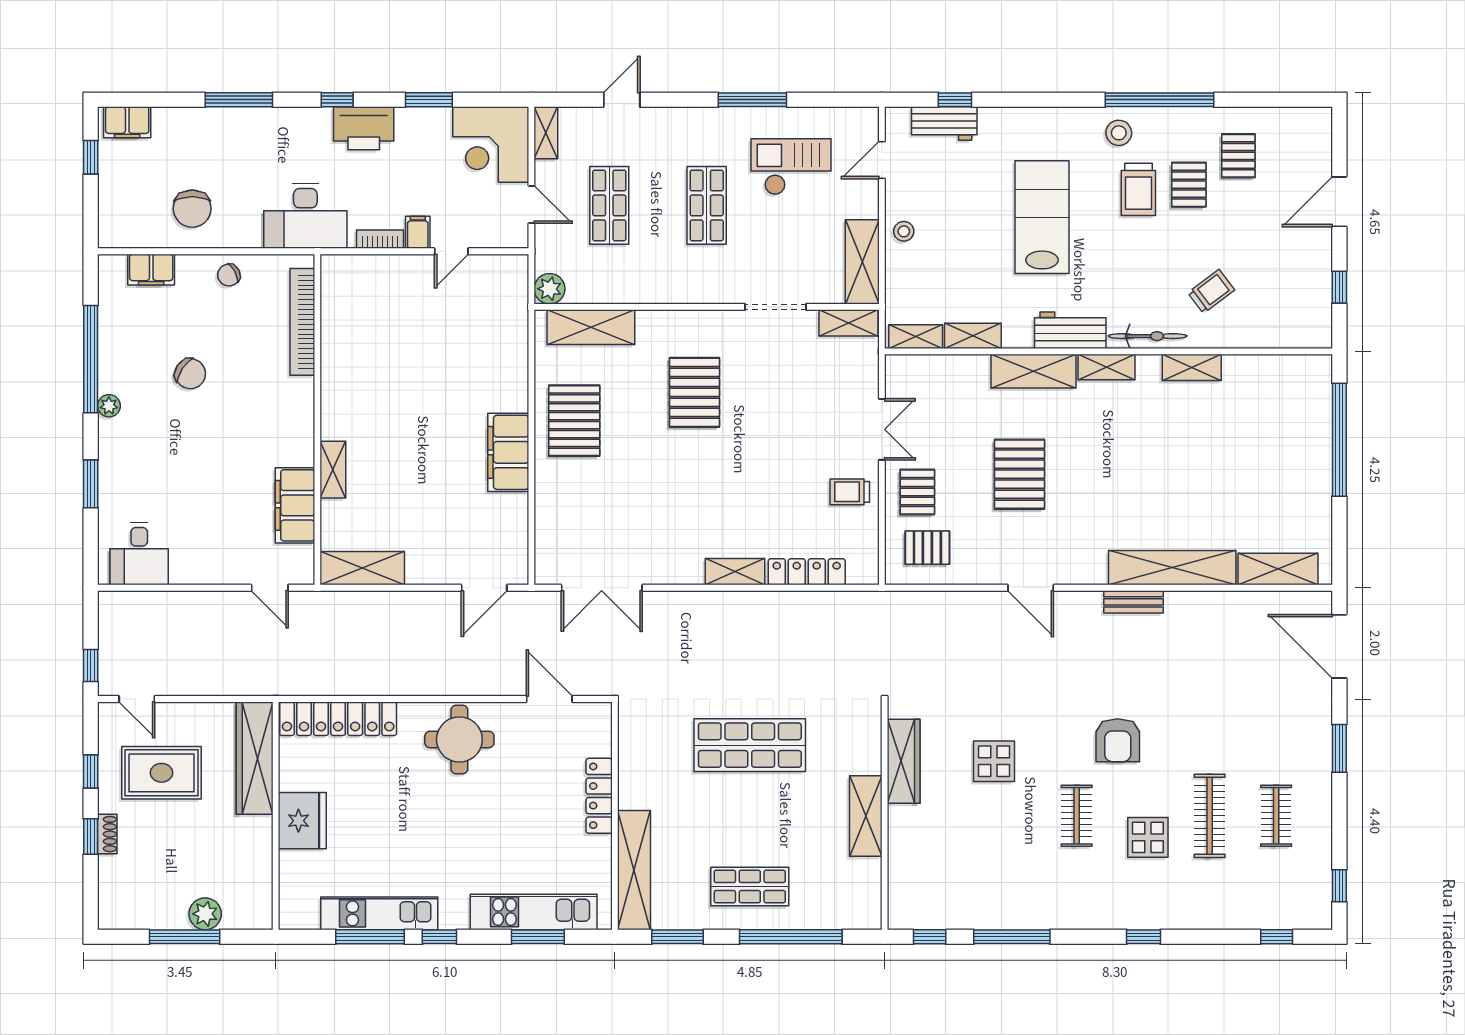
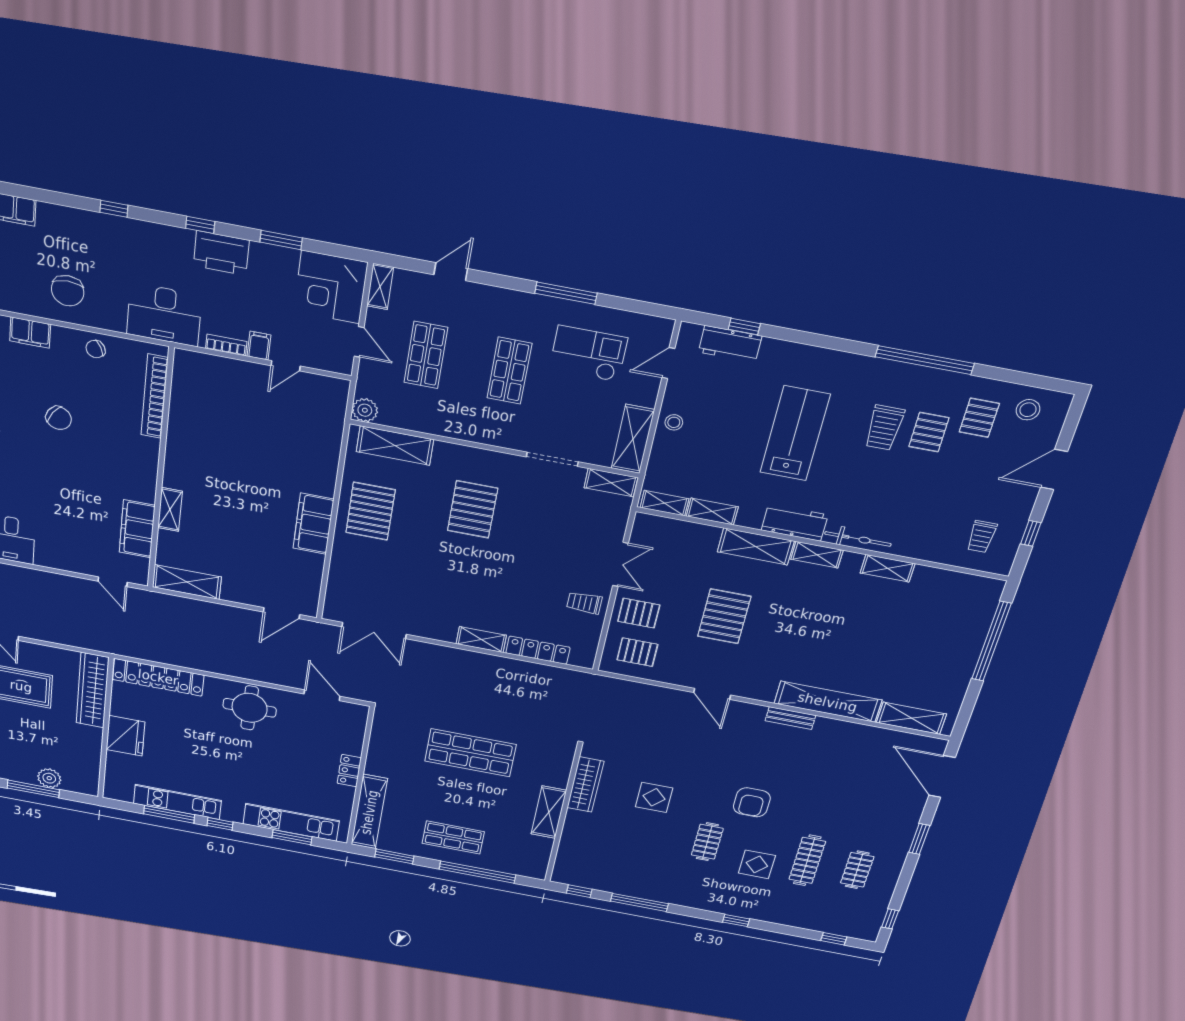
window: (239, 100) -> (114, 209), width x0.46
stool: (1119, 133) -> (1028, 410), moved
trolley: (1211, 291) -> (982, 537), moved, turned 127
pallet: (917, 492) -> (639, 613), turned 90
locker: (599, 796) -> (349, 771), width x0.66

